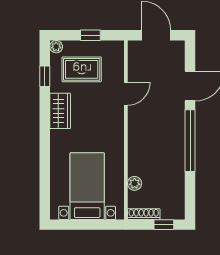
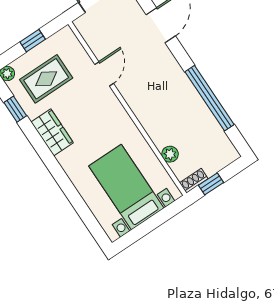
window: (190, 141) -> (210, 98), moved
shoe rack: (144, 214) -> (194, 181), width x0.70
window: (164, 225) -> (211, 184), moved

